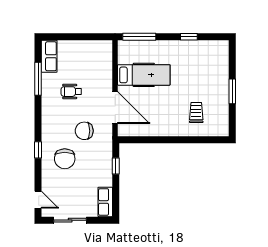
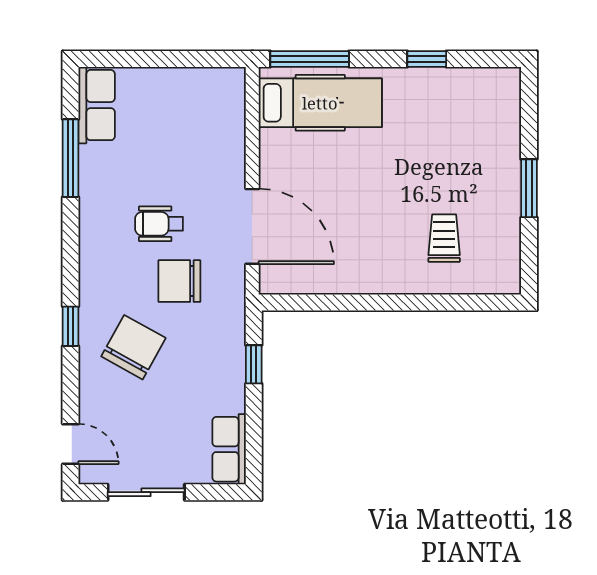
hospital bed: (144, 75) -> (320, 103), moved
wheelchair: (71, 92) -> (159, 224), moved
chair: (65, 159) -> (133, 347), turned -151

